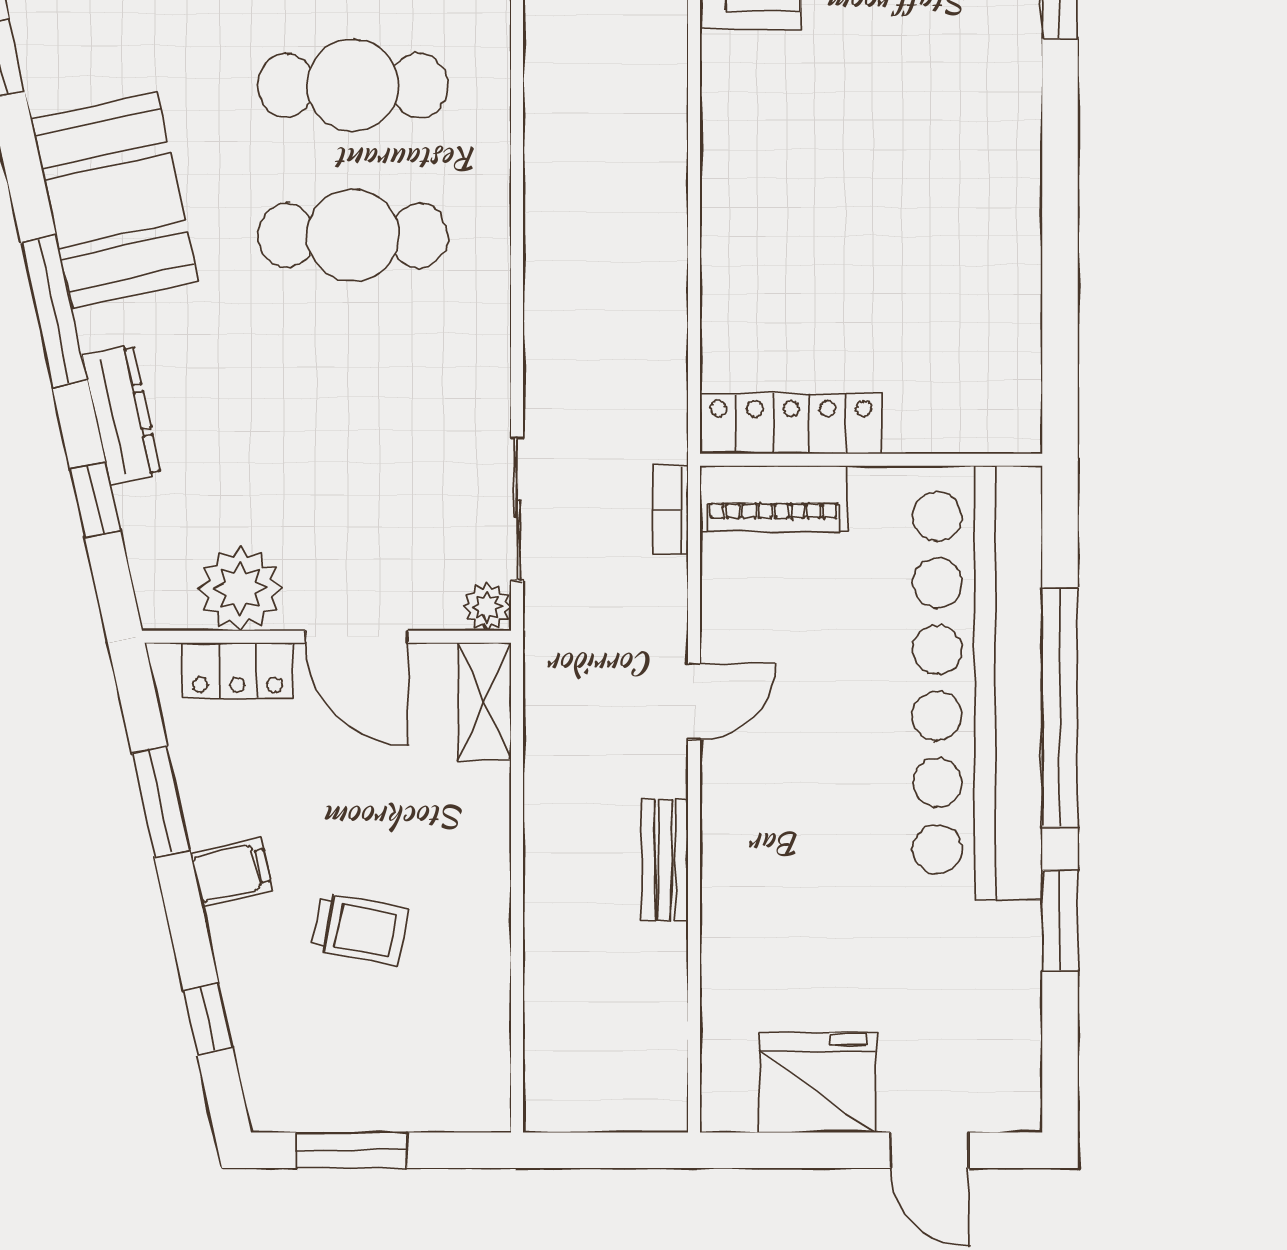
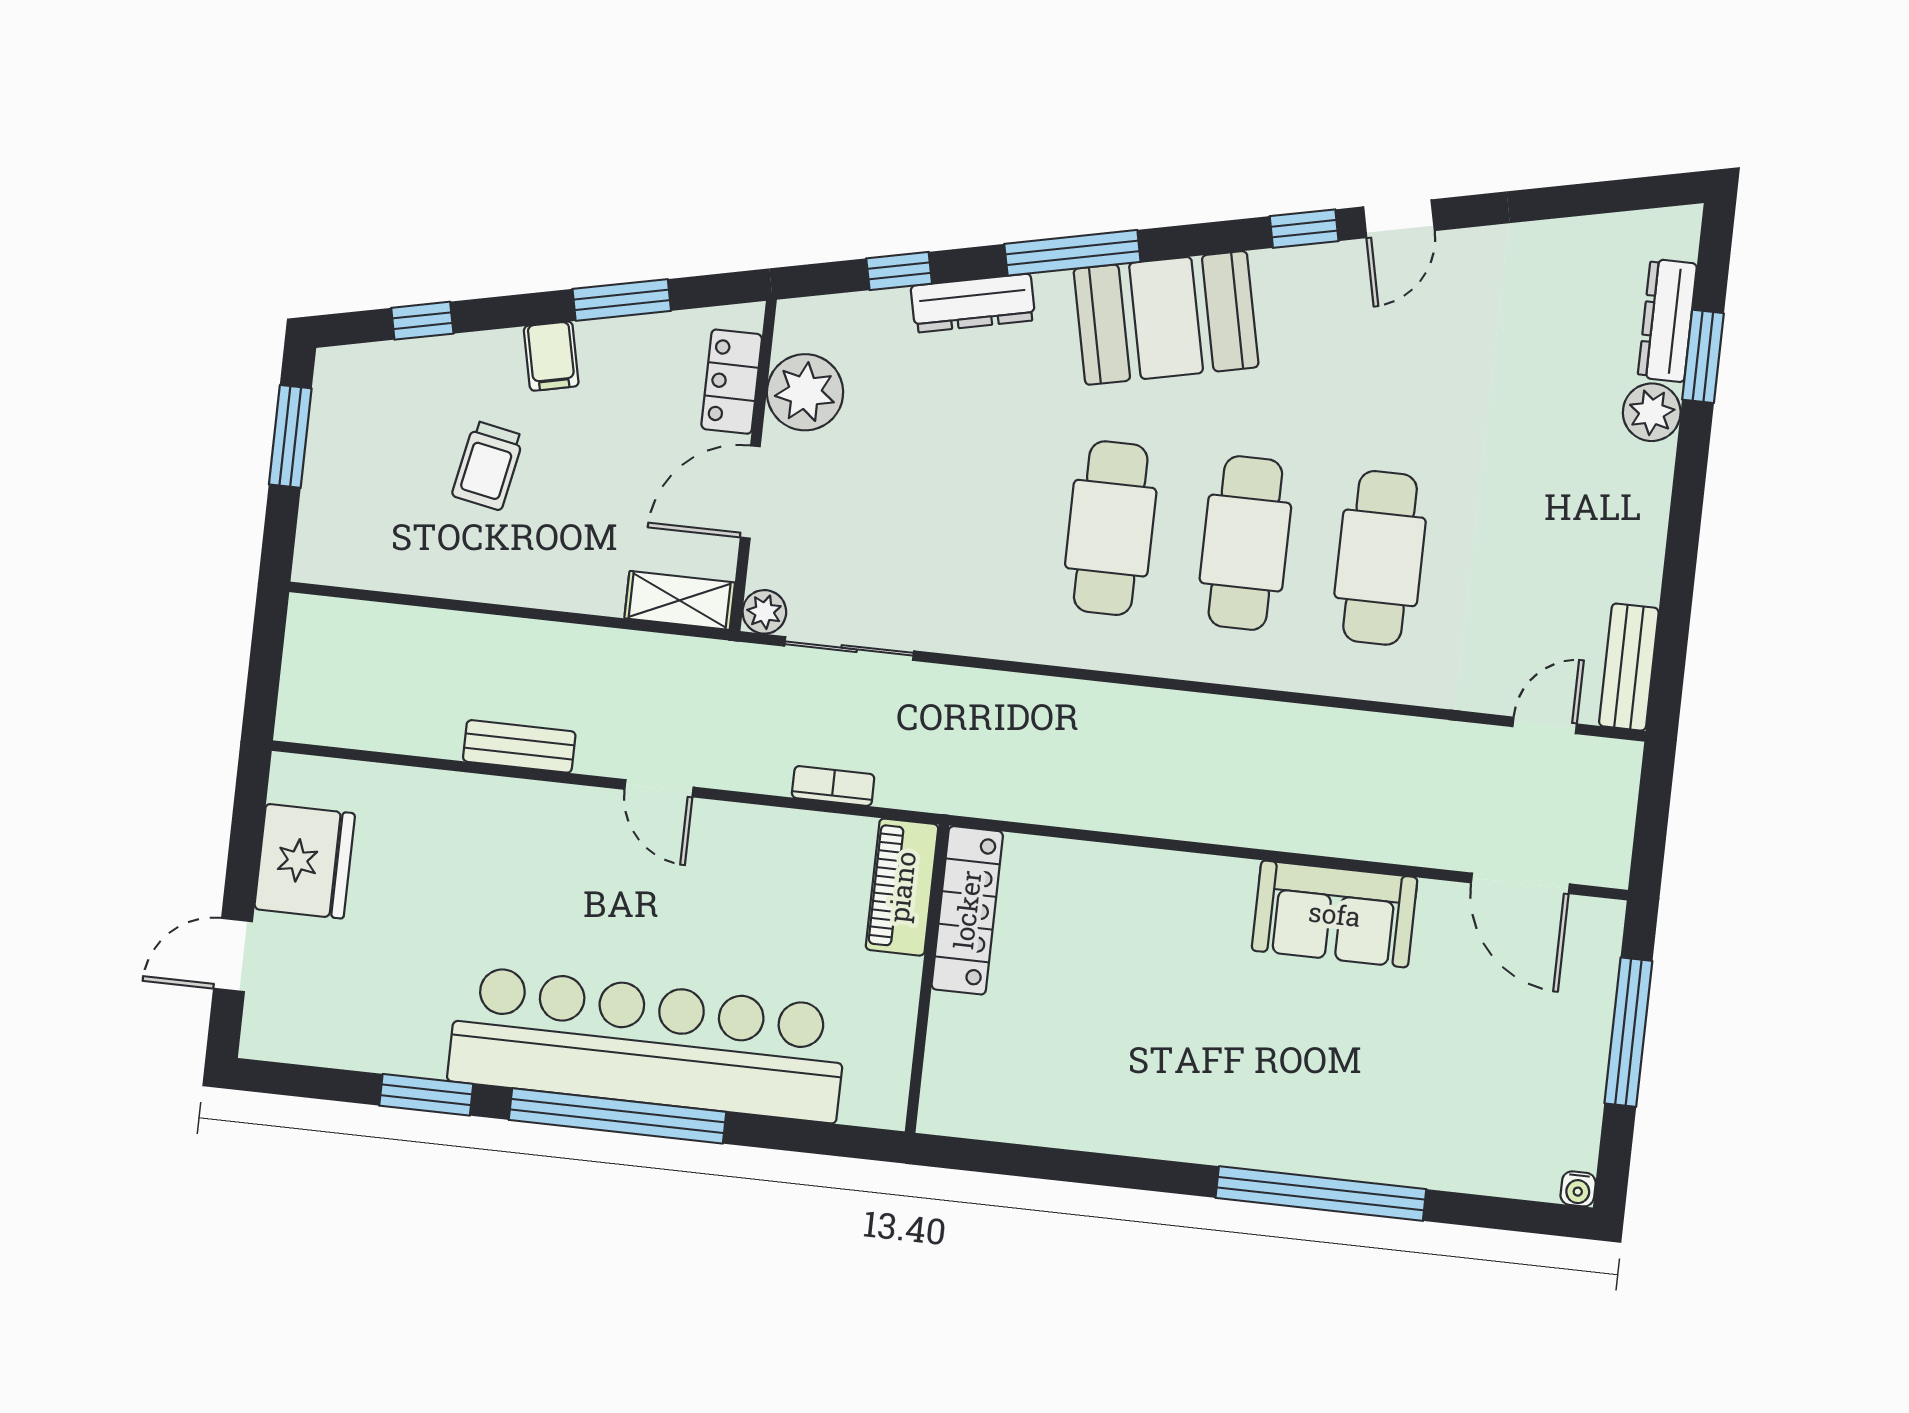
locker: (791, 424) -> (967, 910), moved
wall: (871, 460) -> (927, 979), moved
piano: (773, 498) -> (902, 887), moved

